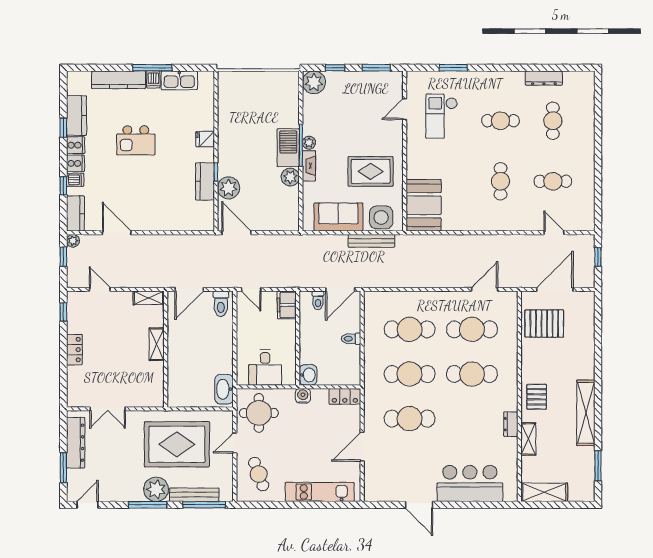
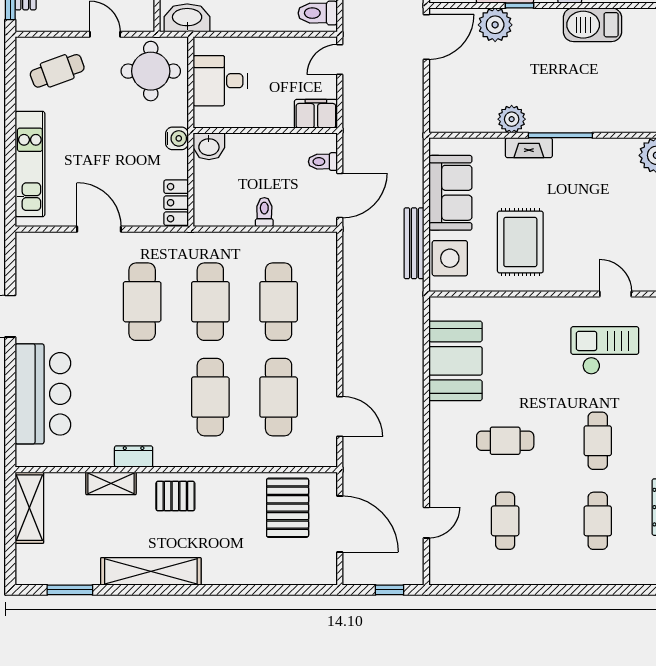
cafe table: (553, 121) -> (598, 521), turned 90
plant: (309, 143) -> (564, 148), removed
barbecue: (288, 148) -> (592, 25), moved, turned 180
booth: (424, 205) -> (455, 361), moved, turned 90
door: (340, 289) -> (340, 195), swing flipped

